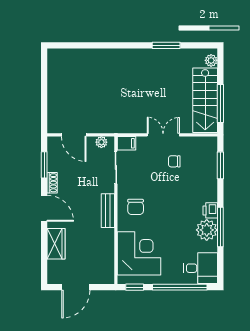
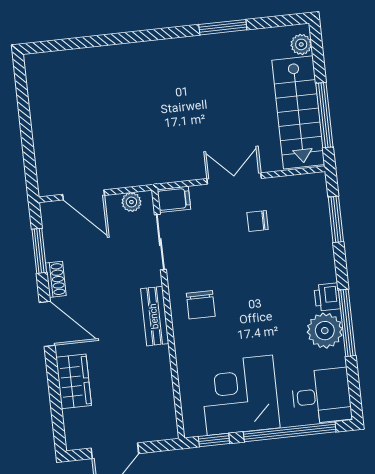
corner desk: (139, 253) -> (240, 395), moved, turned -90

